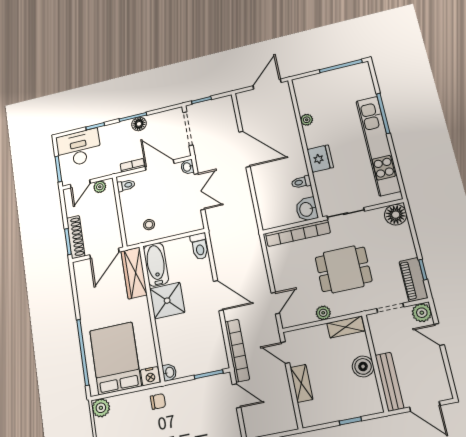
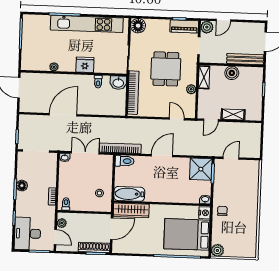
door: (160, 165) -> (58, 177), removed
door: (104, 253) -> (112, 229), hinge flipped
shower: (167, 301) -> (201, 169), moved
bookcase: (237, 351) -> (120, 148), moved

